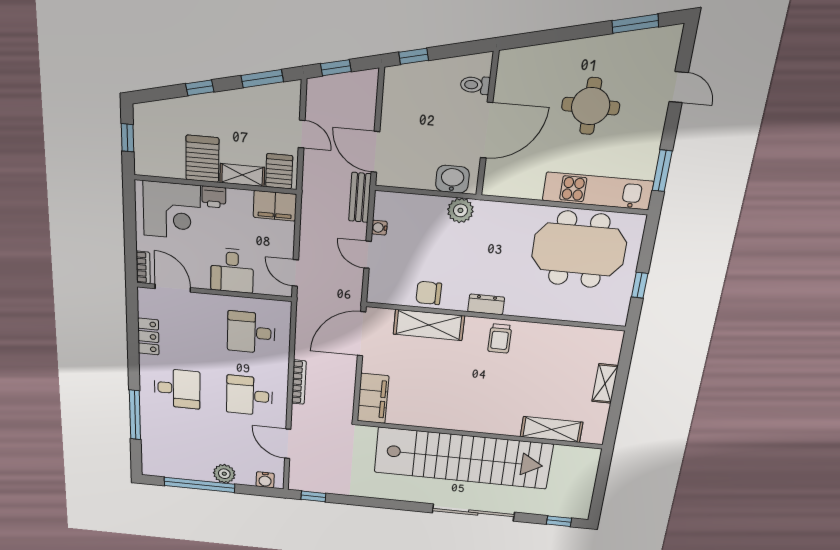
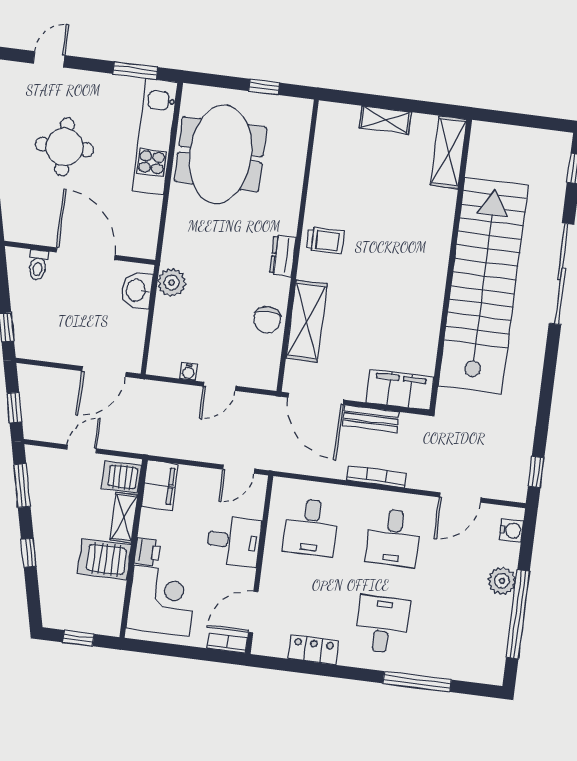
bench: (360, 197) -> (371, 419), moved
shelving: (552, 429) -> (449, 152), moved

